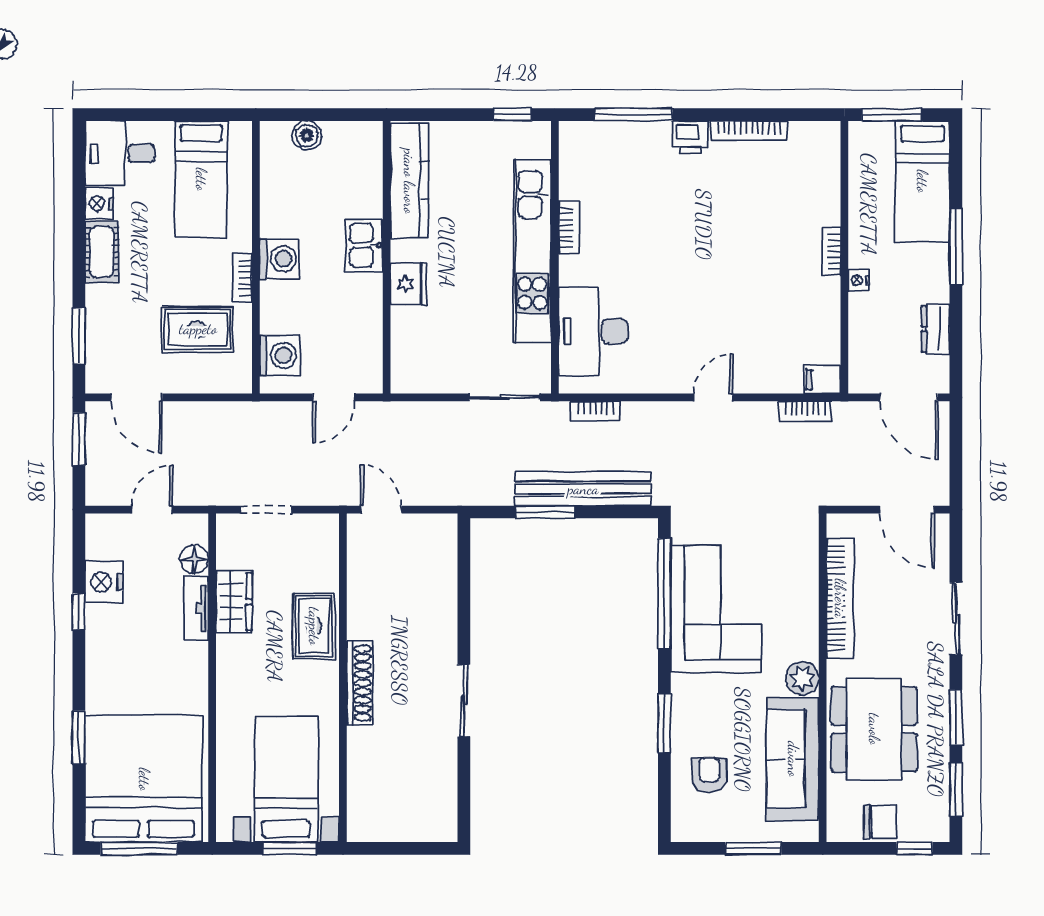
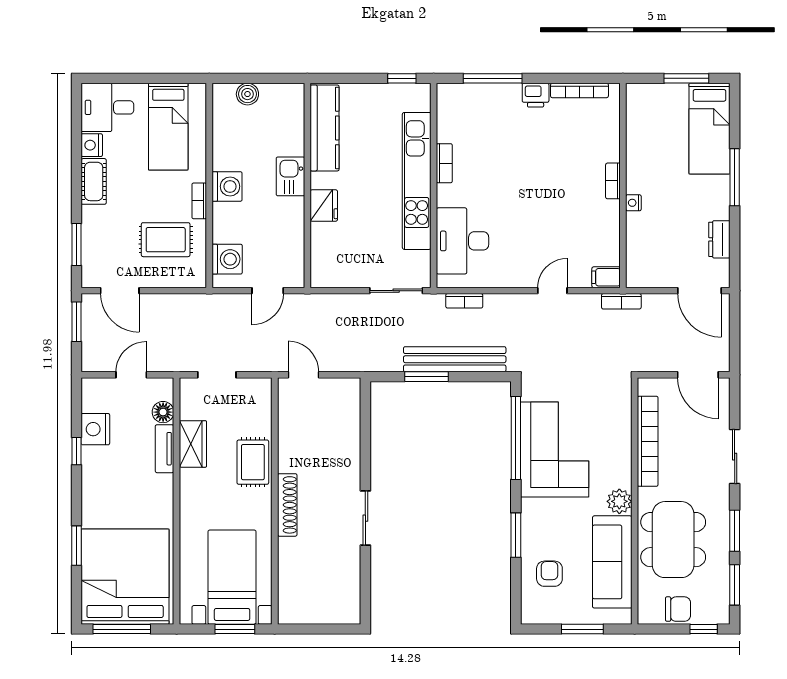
bookcase: (831, 251) -> (613, 181), moved
wall: (844, 257) -> (623, 185), moved
nightstand: (858, 280) -> (633, 203), moved
filing cabinet: (822, 380) -> (606, 277), moved

